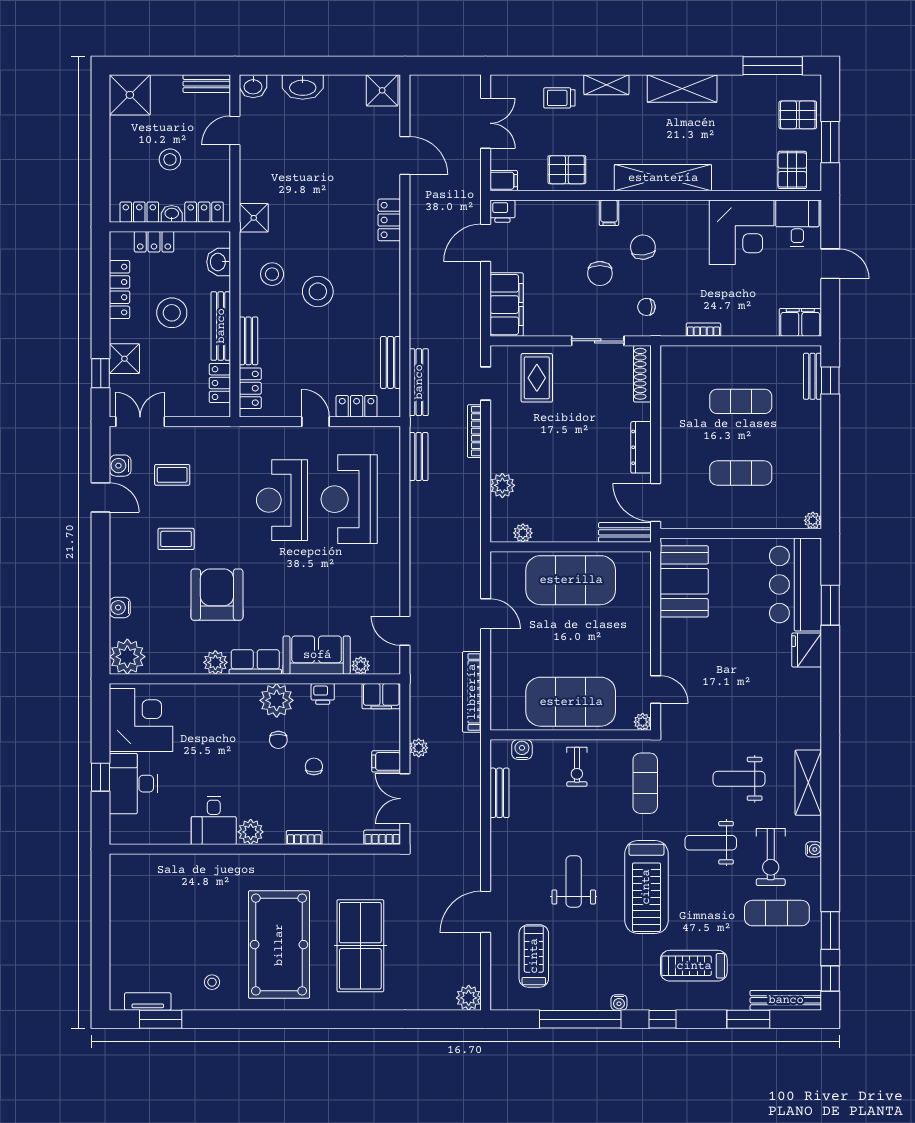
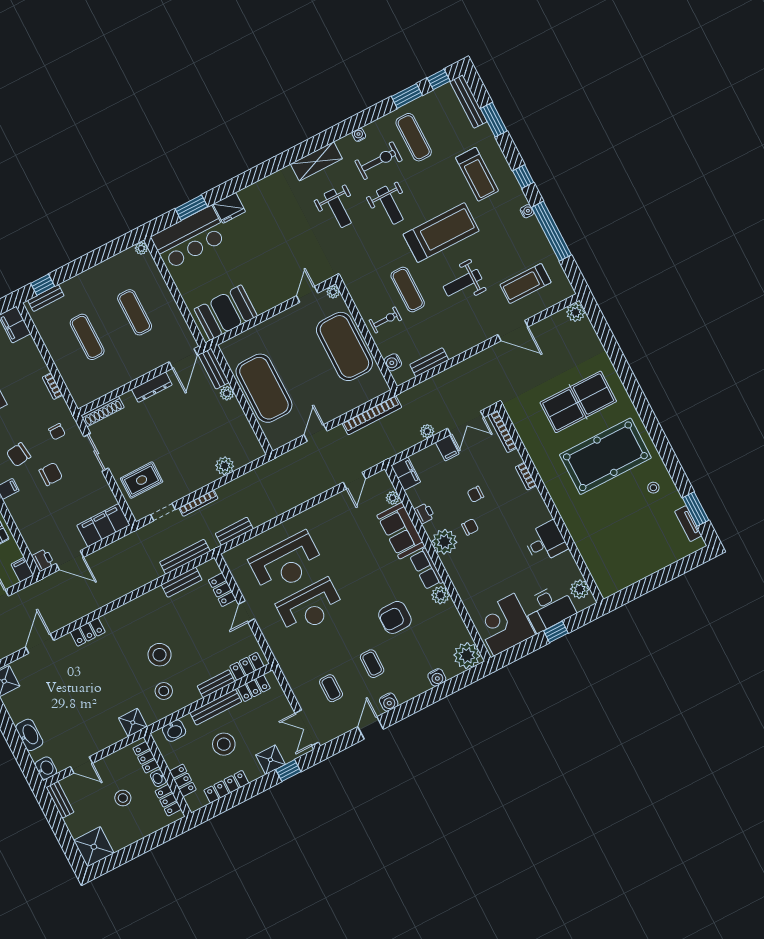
water cooler: (120, 466) -> (389, 702), moved
plant: (523, 533) -> (227, 393), moved
armchair: (217, 595) -> (395, 617), width x0.73, depth x0.73
exercise mat: (645, 783) -> (408, 289), moved, turned 90
plant: (251, 832) -> (580, 589), moved
bookcase: (382, 837) -> (502, 432), width x1.56

